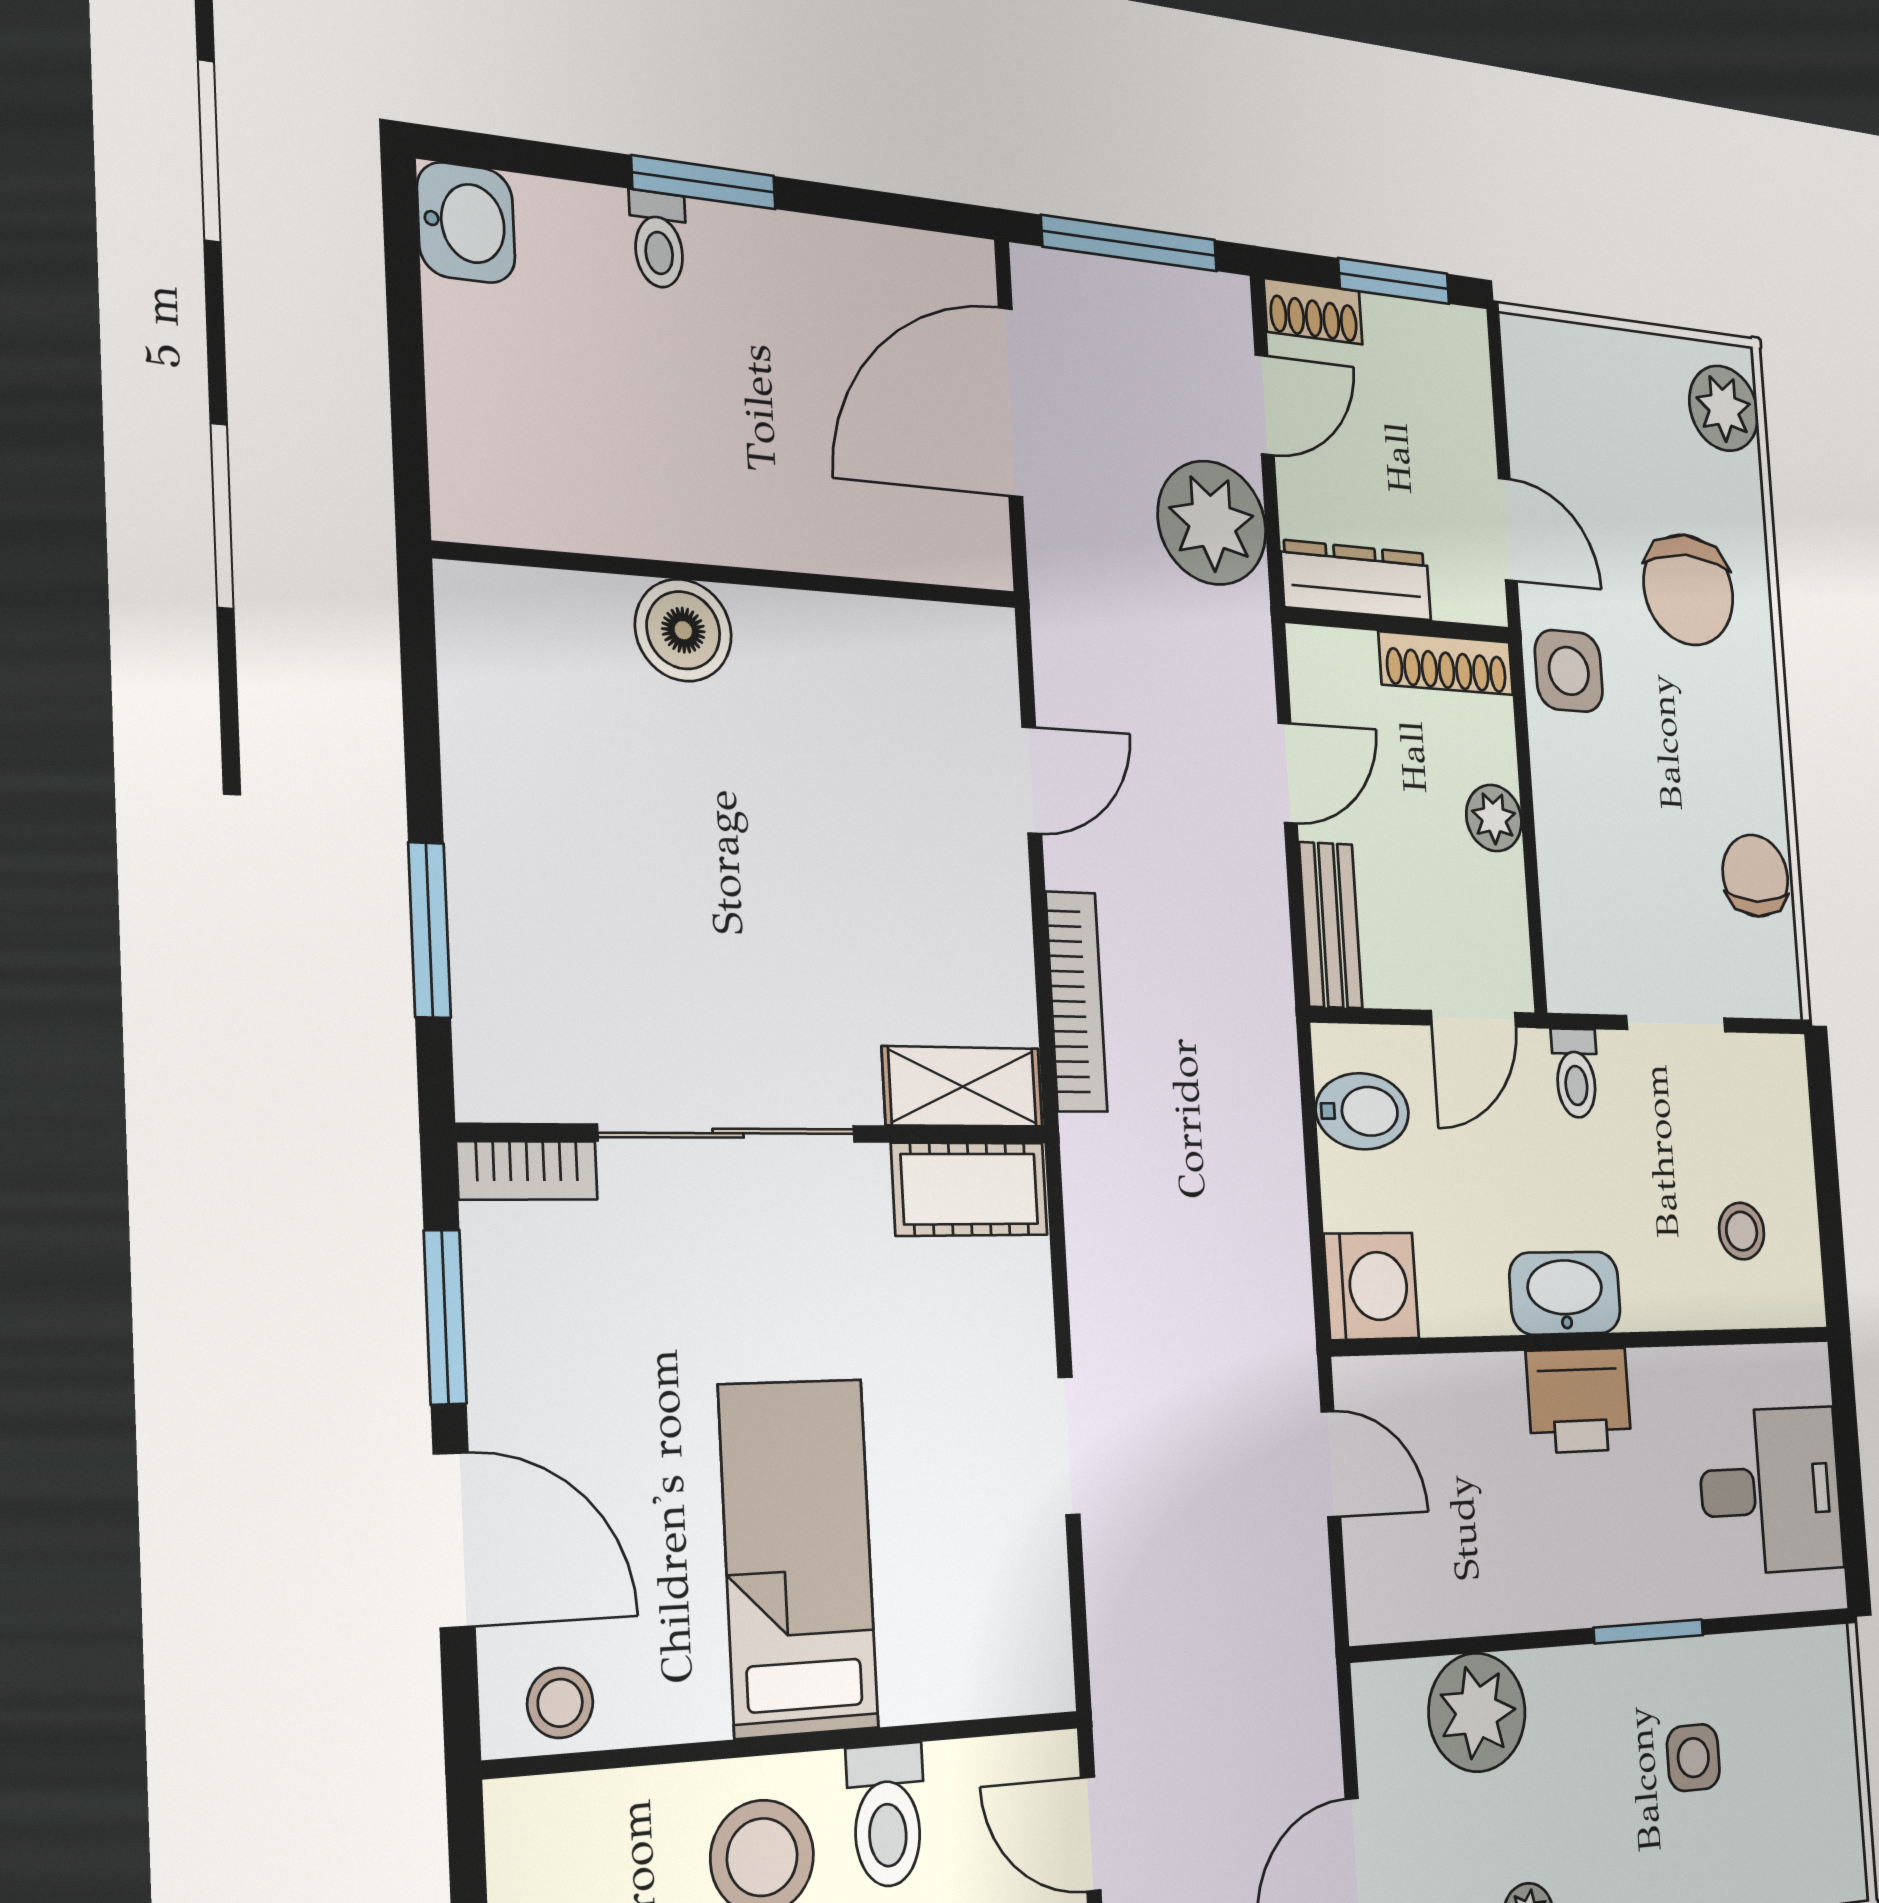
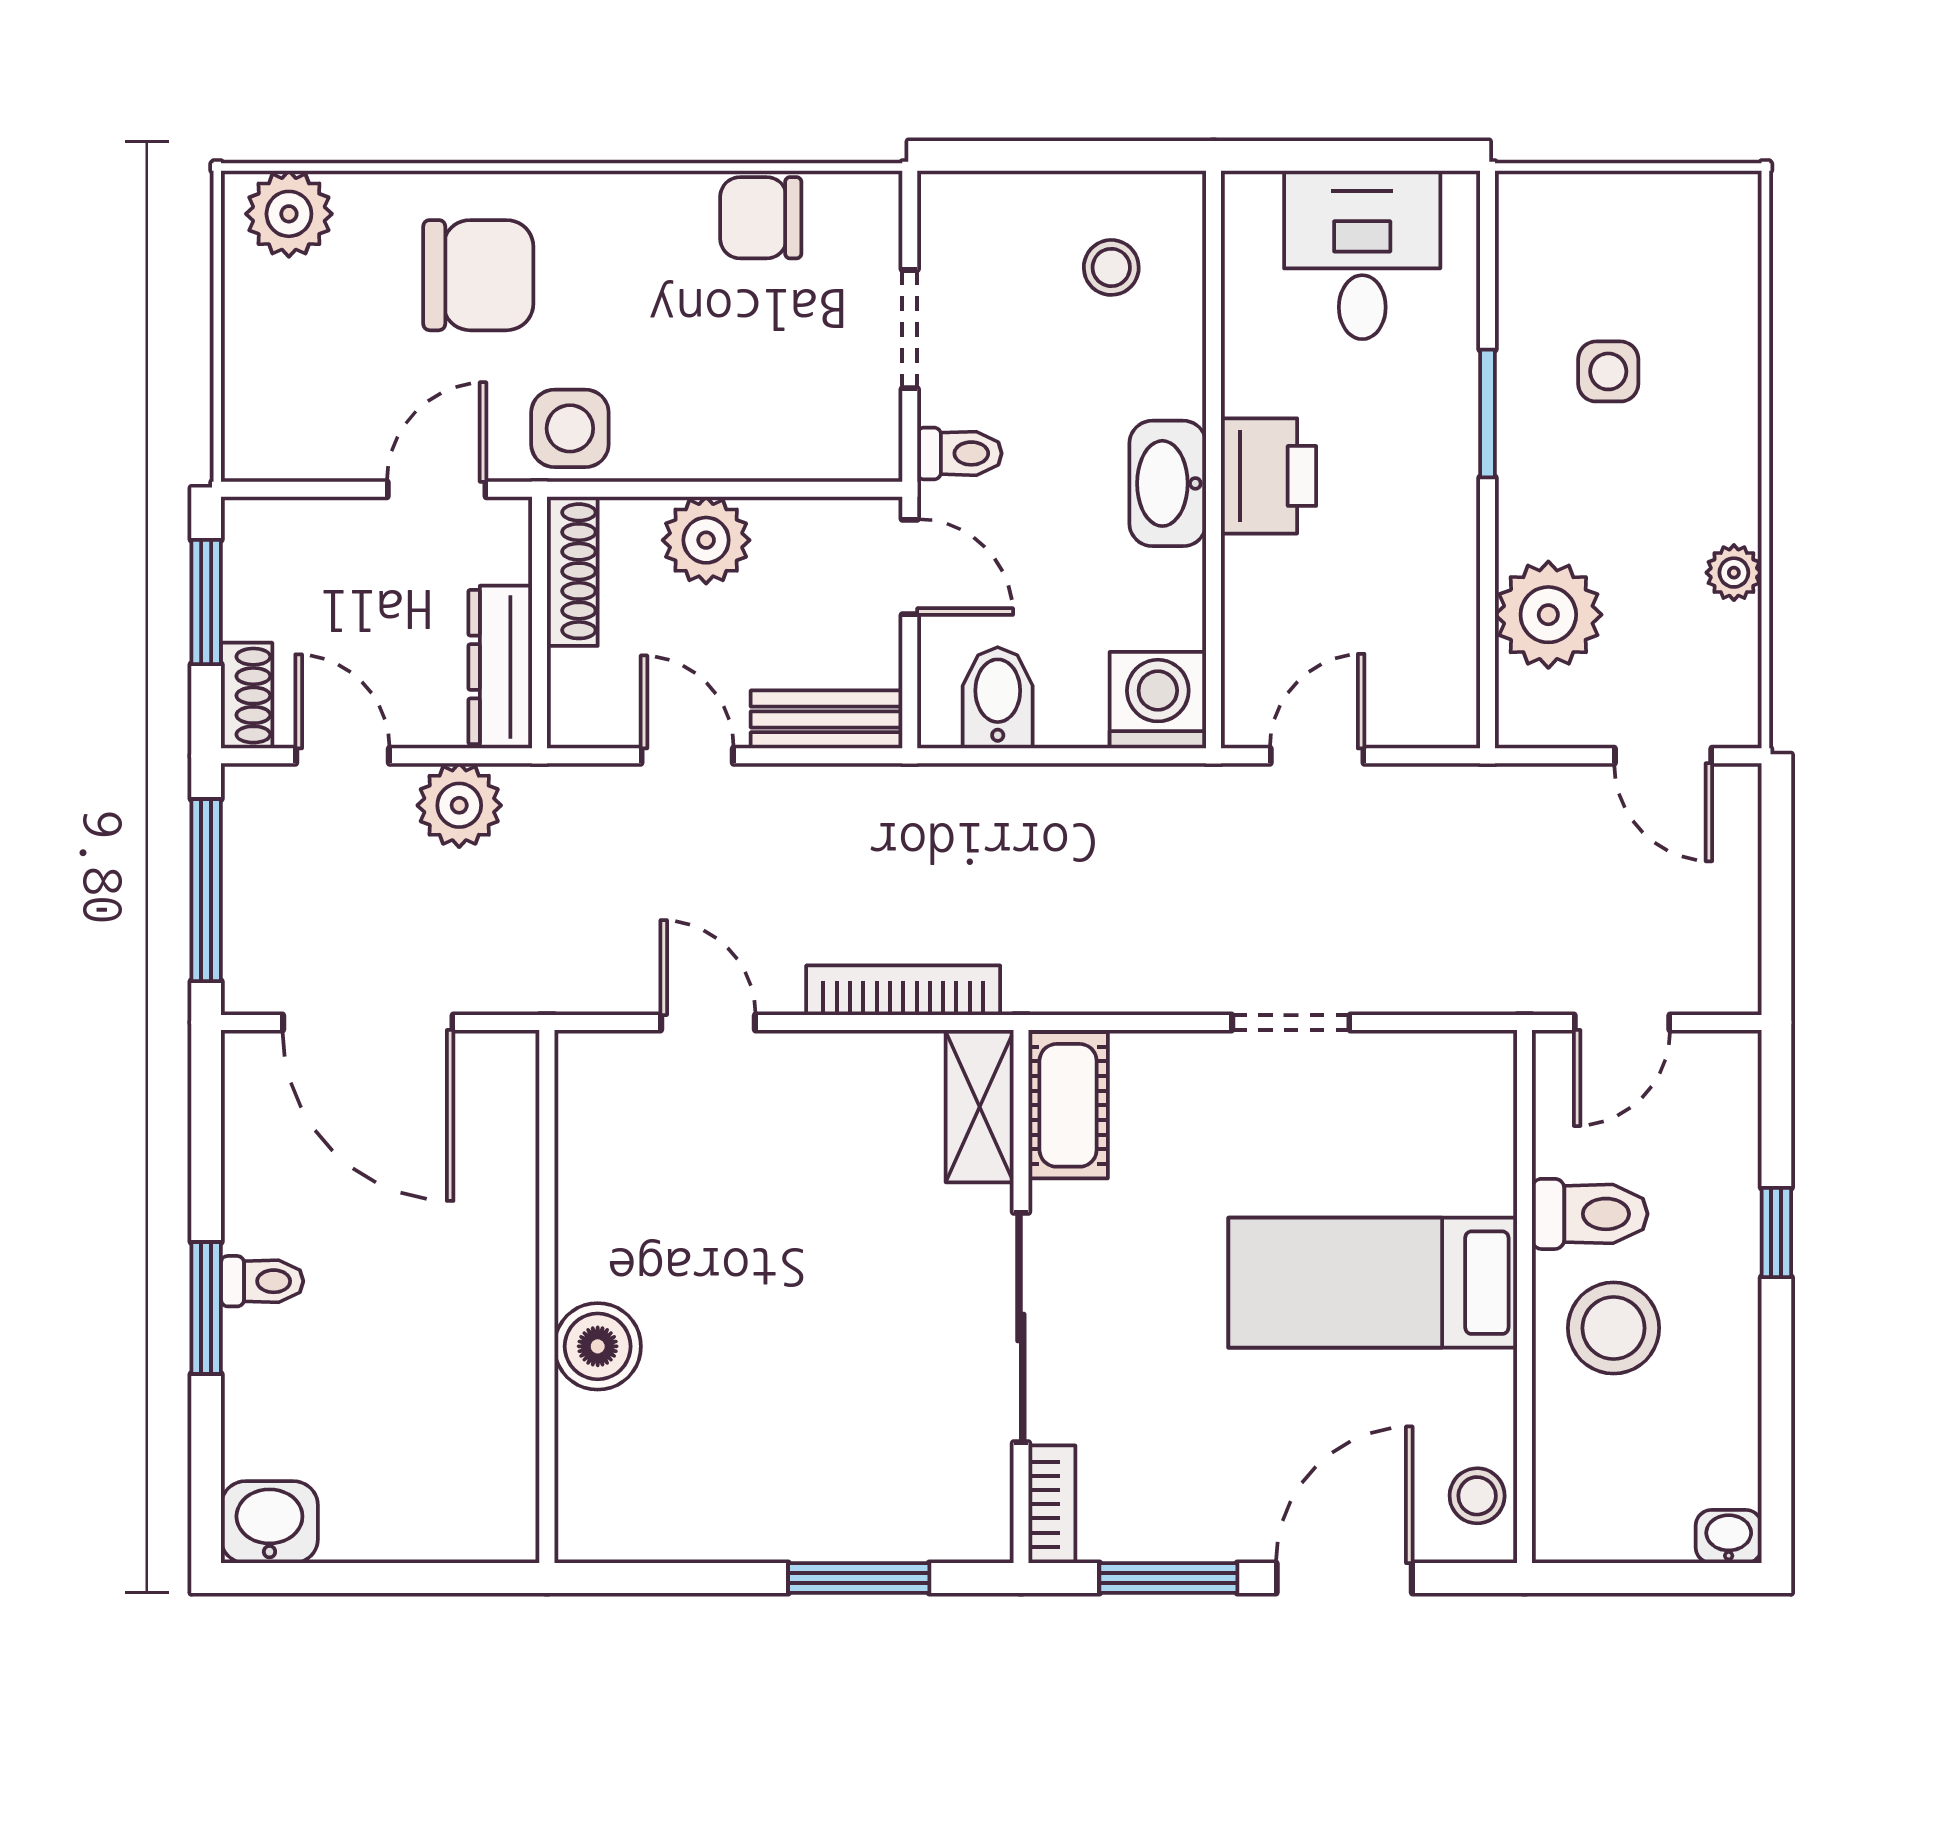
toilet: (659, 240) -> (262, 1281), moved
plant: (1212, 523) -> (459, 805), width x0.73, depth x0.73
plant: (1494, 818) -> (706, 540), width x1.38, depth x1.38

